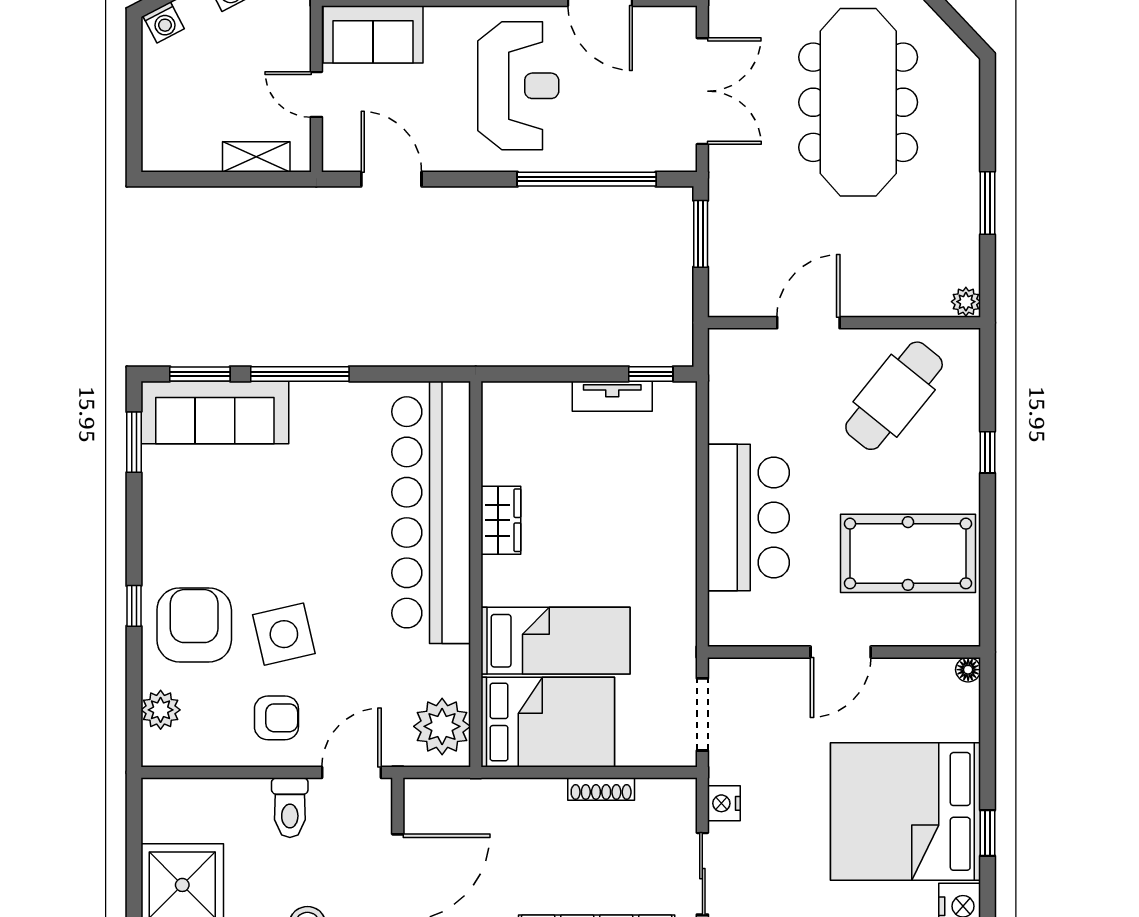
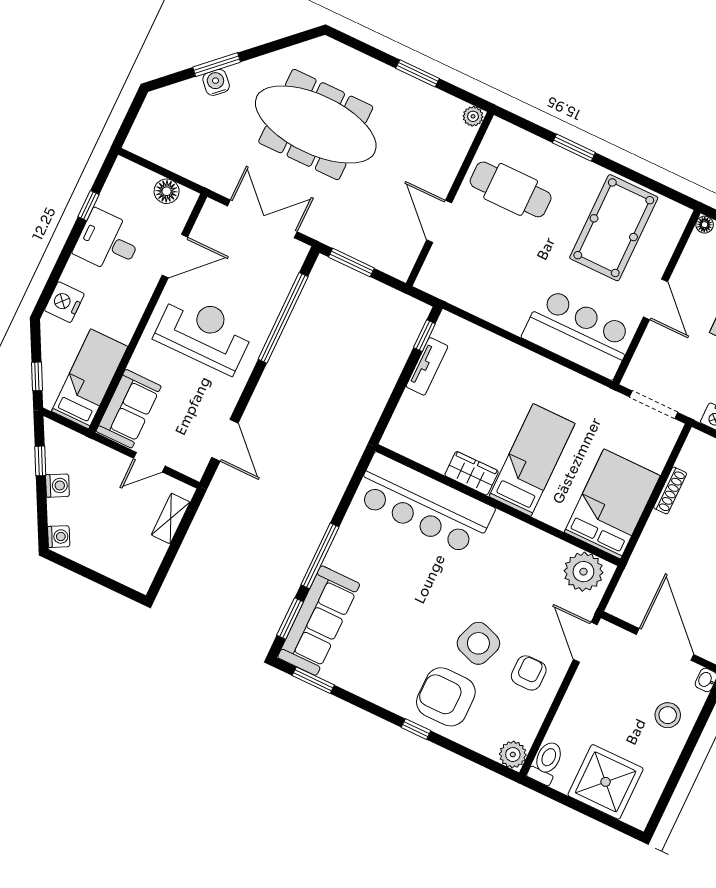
door: (391, 179) -> (225, 440), swing flipped
cafe table: (894, 396) -> (511, 189), turned -39
window: (988, 452) -> (574, 148), width x1.50
bar counter: (431, 512) -> (424, 504), width x0.73
bar counter: (748, 518) -> (579, 334), moved
side table: (284, 634) -> (478, 643), turned 33
bed: (555, 641) -> (532, 460), moved
plant: (161, 710) -> (513, 755), moved
toilet: (290, 808) -> (546, 762), moved, turned -90

